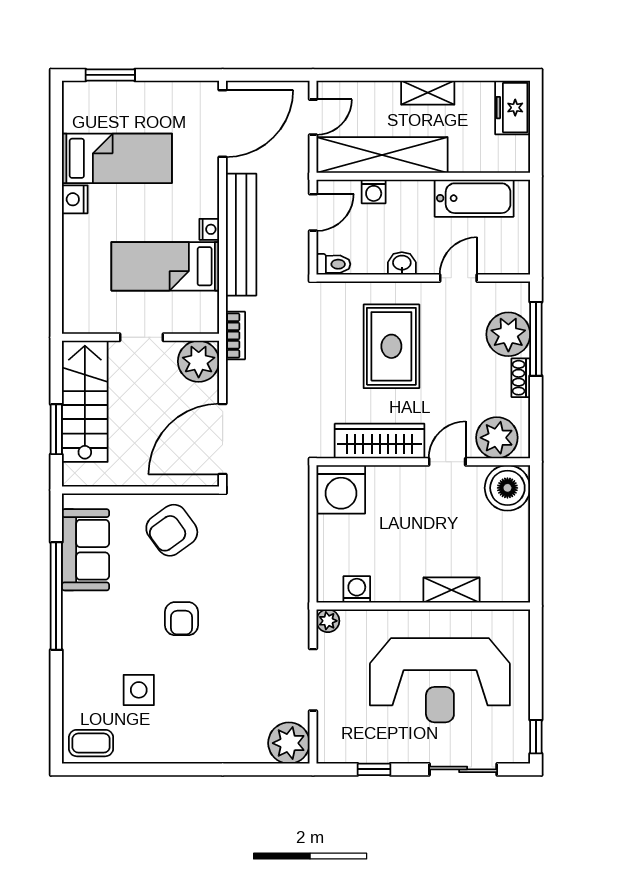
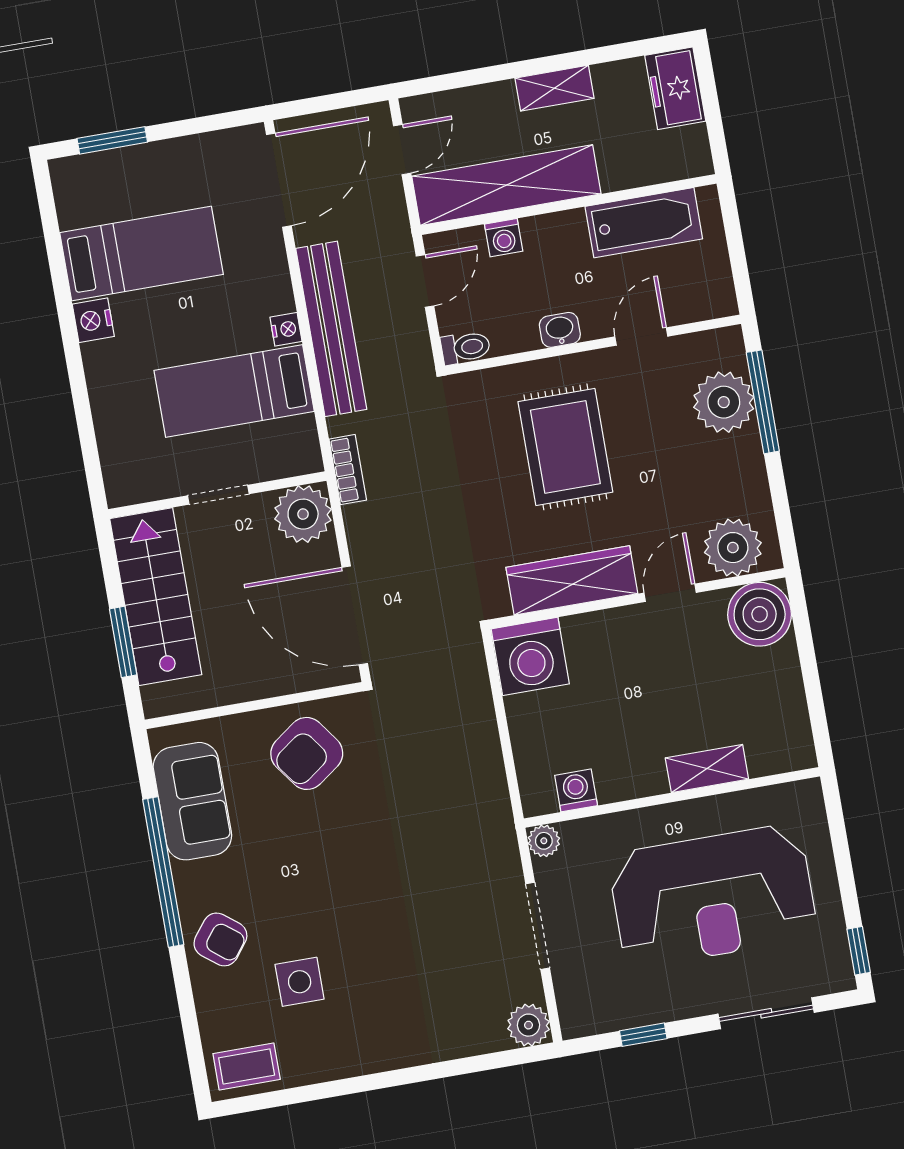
shoe rack: (521, 378) -> (751, 459), removed
door: (223, 439) -> (355, 615), hinge flipped
armchair: (181, 619) -> (220, 939), moved, turned -52
plant: (289, 743) -> (529, 1025), width x0.73, depth x0.73

